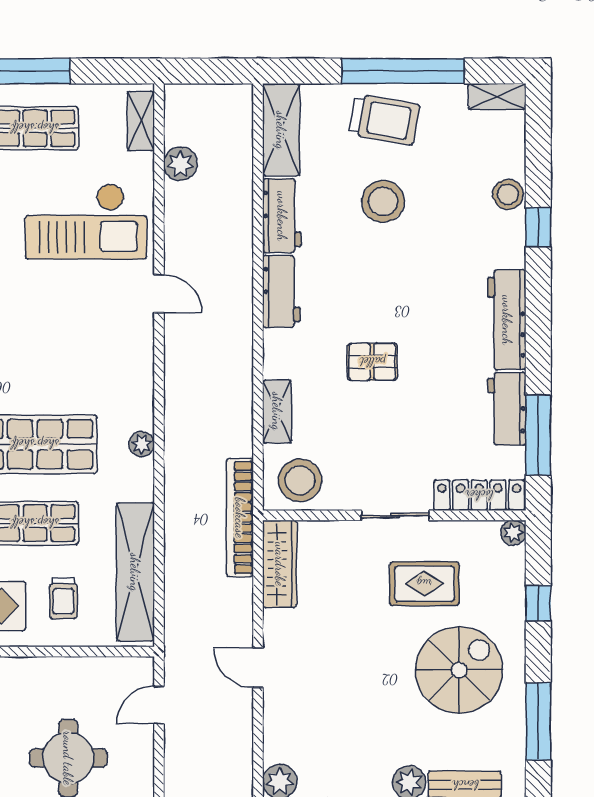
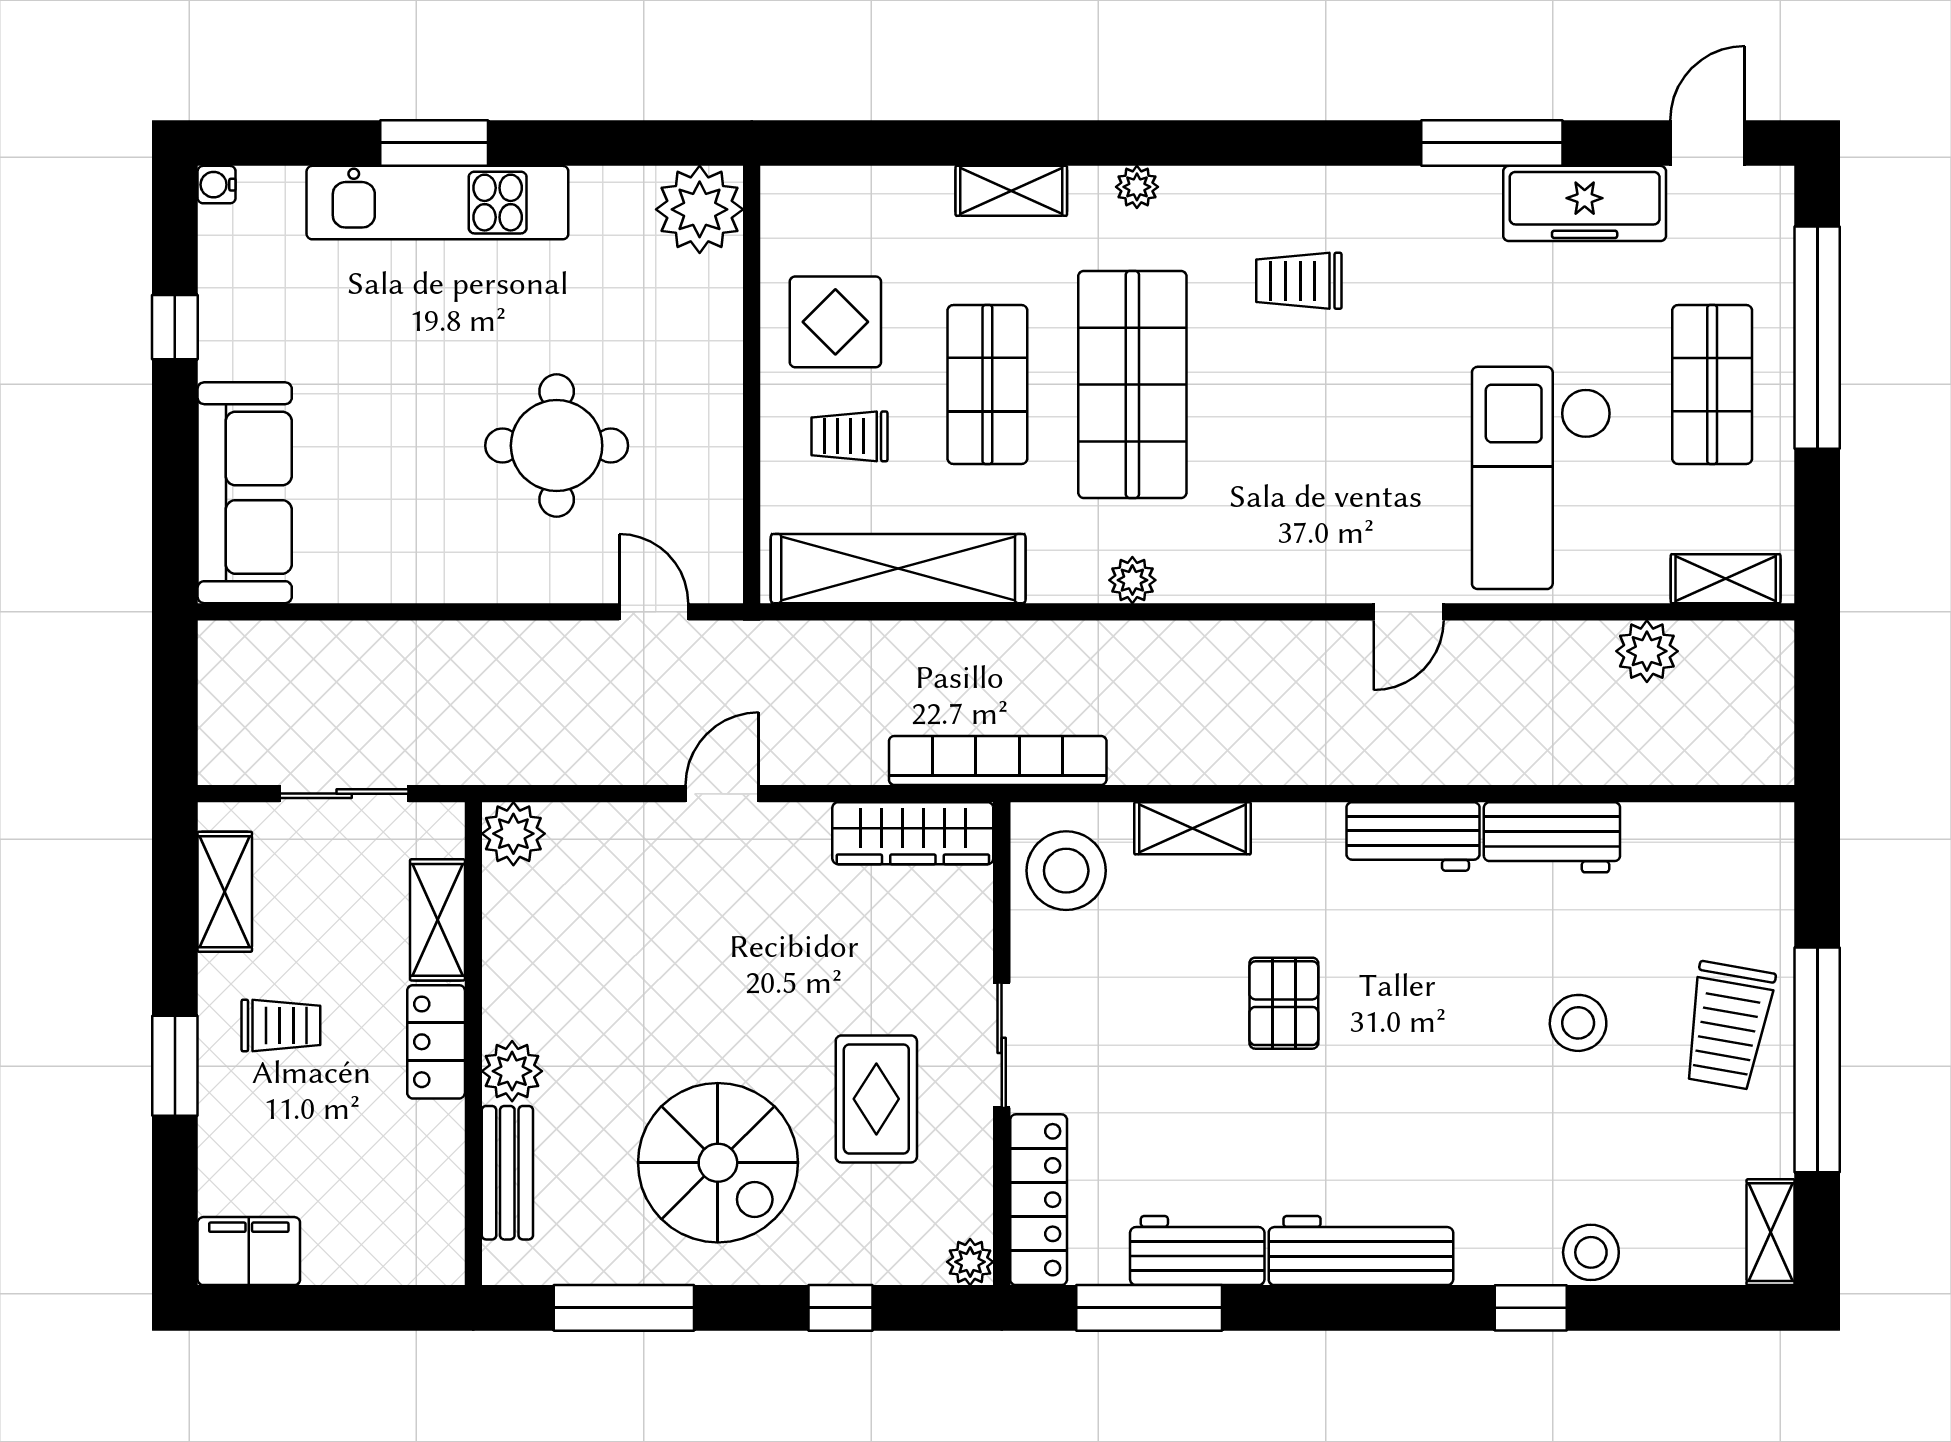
shelving: (281, 130) -> (1709, 836), removed
stool: (383, 201) -> (1578, 1023), width x0.73, depth x0.73

